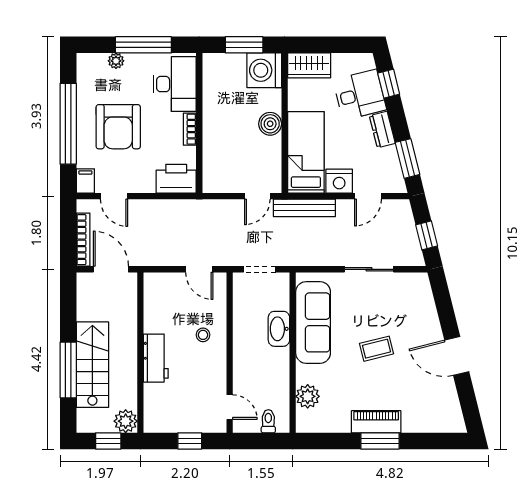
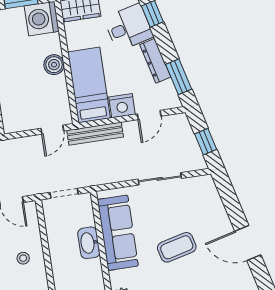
dresser: (382, 130) -> (155, 61), width x1.44
coffee table: (376, 349) -> (177, 247), width x1.36, depth x1.30

